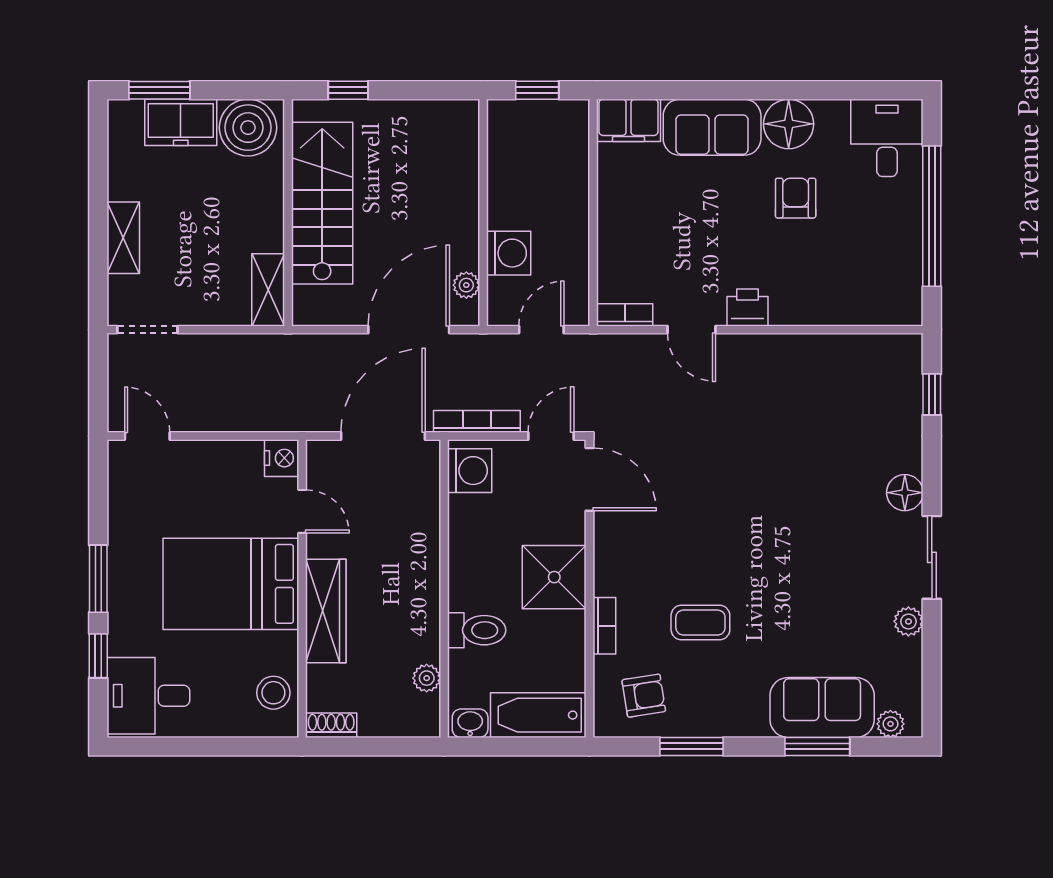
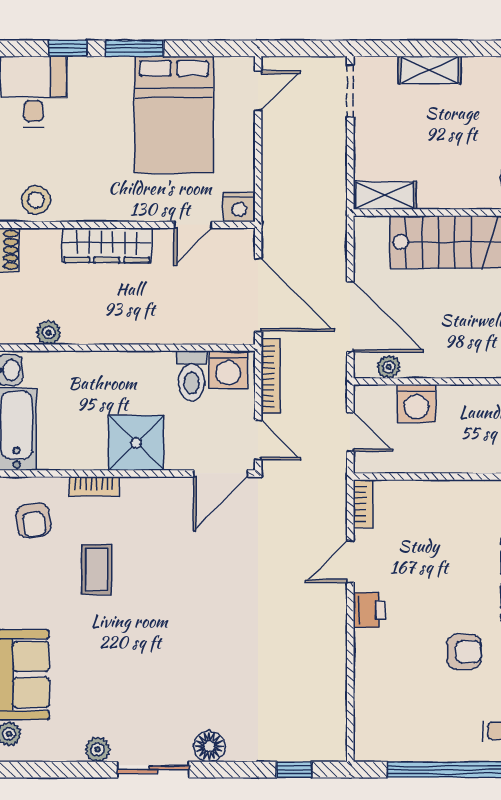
bed: (231, 584) -> (174, 115), moved, turned 180
toilet: (477, 630) -> (192, 376), moved

